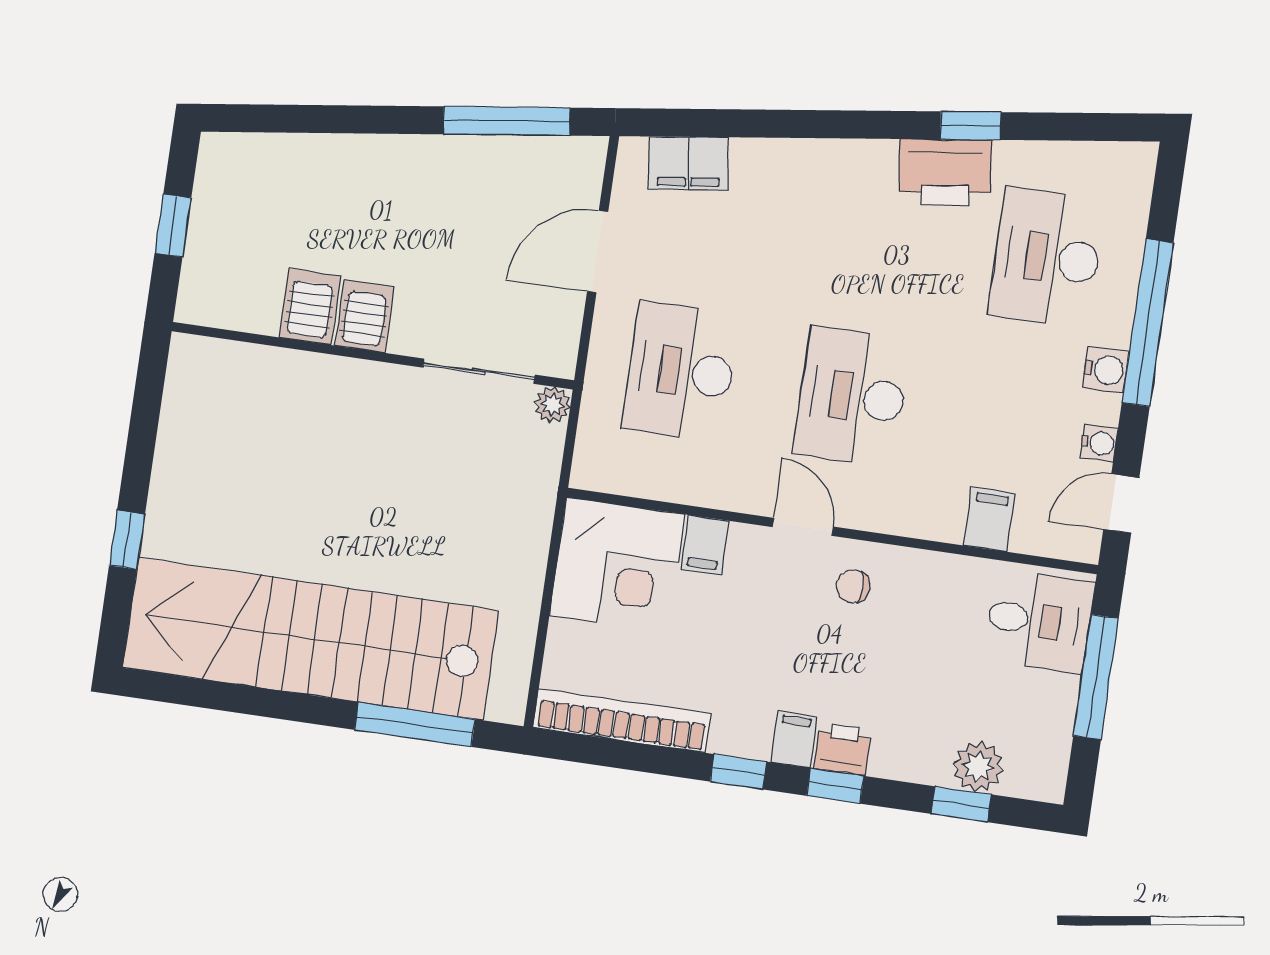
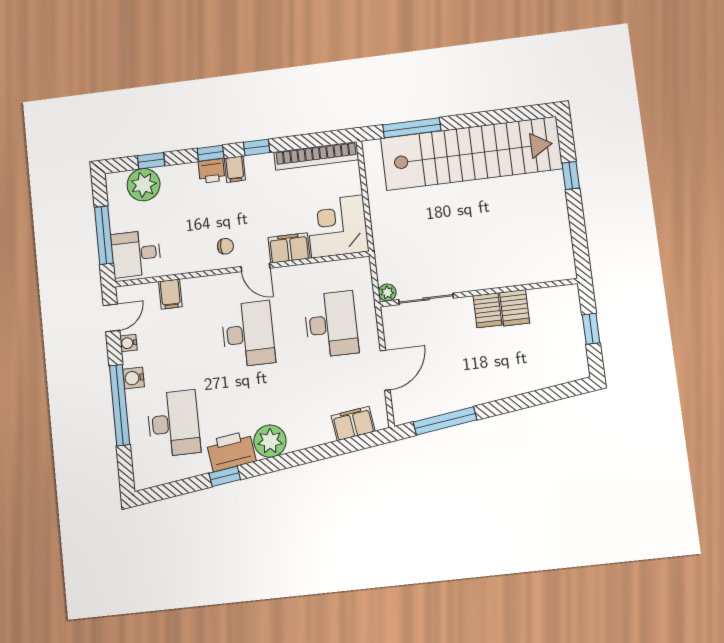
plant: (863, 172) -> (270, 441), added
filing cabinet: (705, 545) -> (289, 248), width x2.00
plant: (978, 767) -> (144, 185), width x1.36, depth x1.36

